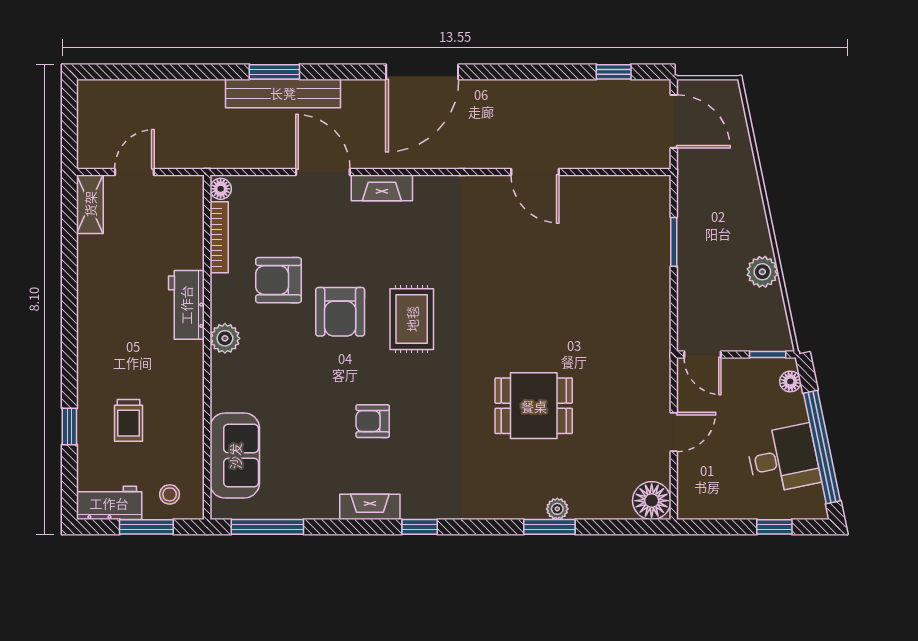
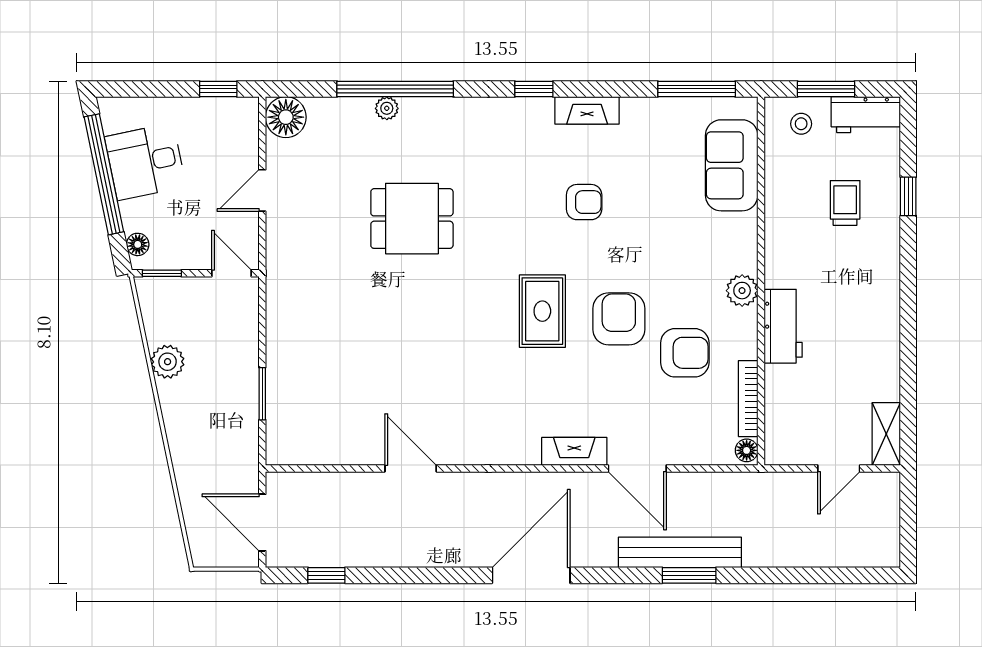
window: (549, 527) -> (395, 89), width x2.11
window: (774, 527) -> (218, 89), moved

